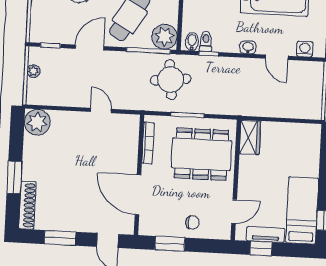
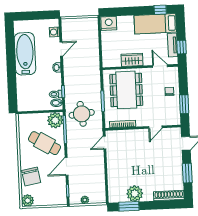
door: (90, 47) -> (67, 166), hinge flipped
door: (101, 110) -> (105, 143), moved
plant: (37, 122) -> (135, 194), moved
wardrobe: (250, 137) -> (132, 60), moved
nightstand: (310, 137) -> (109, 23), added
window: (14, 177) -> (129, 206), moved
door: (138, 195) -> (155, 127), width x0.53

